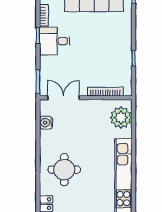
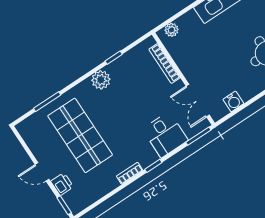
plant: (124, 39) -> (101, 80), added
desk: (55, 41) -> (165, 135), moved
plant: (121, 118) -> (172, 30), width x0.53, depth x0.53

